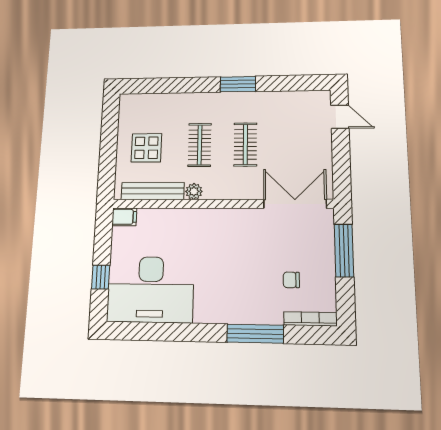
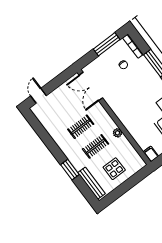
window: (238, 84) -> (70, 170), moved
bench: (153, 191) -> (91, 183), moved
window: (344, 250) -> (107, 44), moved

